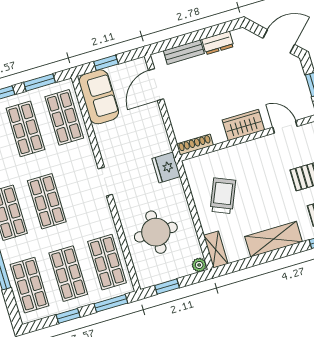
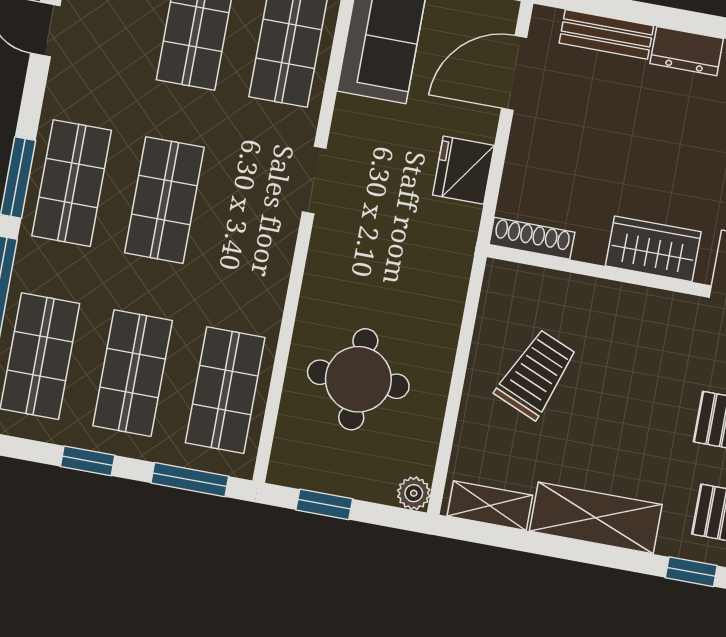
fridge: (166, 167) -> (464, 170), moved
doorway: (105, 182) -> (314, 180), moved
shelving: (216, 250) -> (490, 506), moved, turned 90

